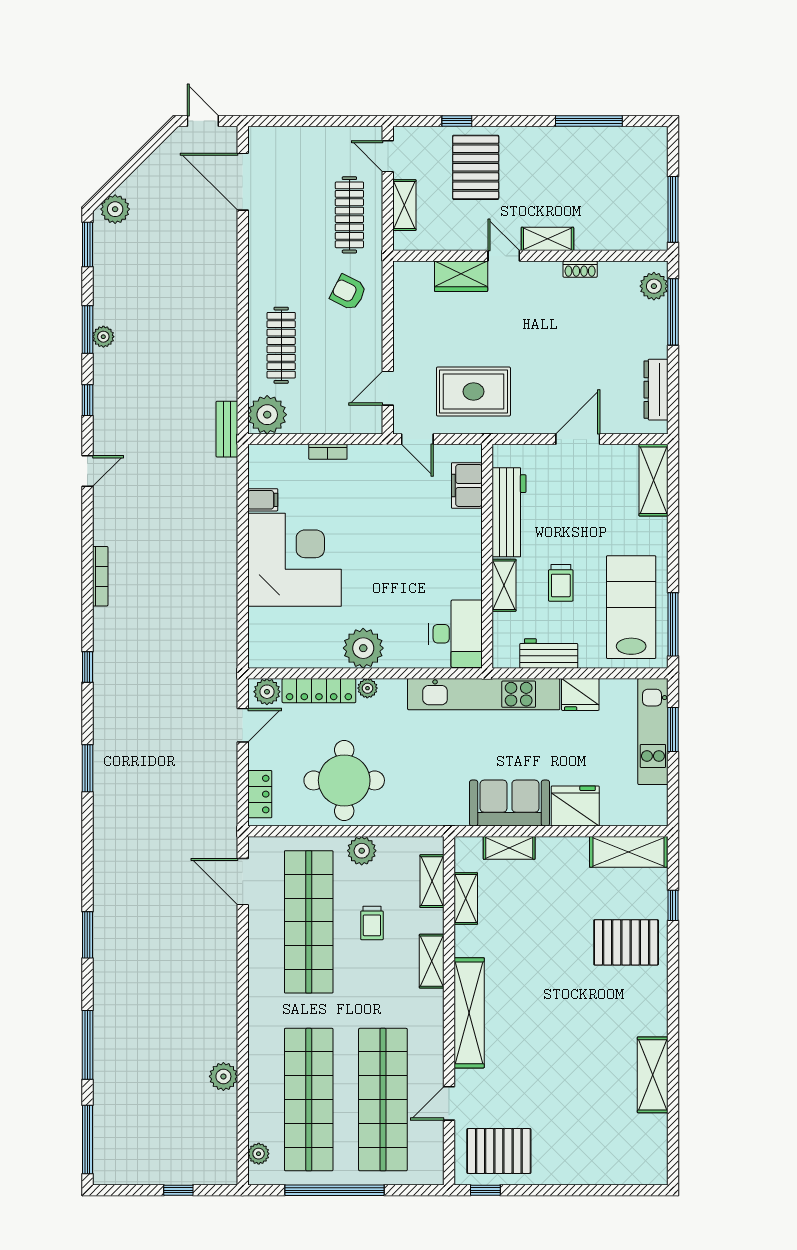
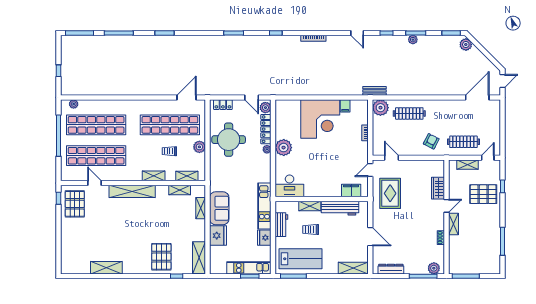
kitchen unit: (484, 694) -> (264, 206), width x0.73
plant: (223, 1076) -> (106, 89), removed

